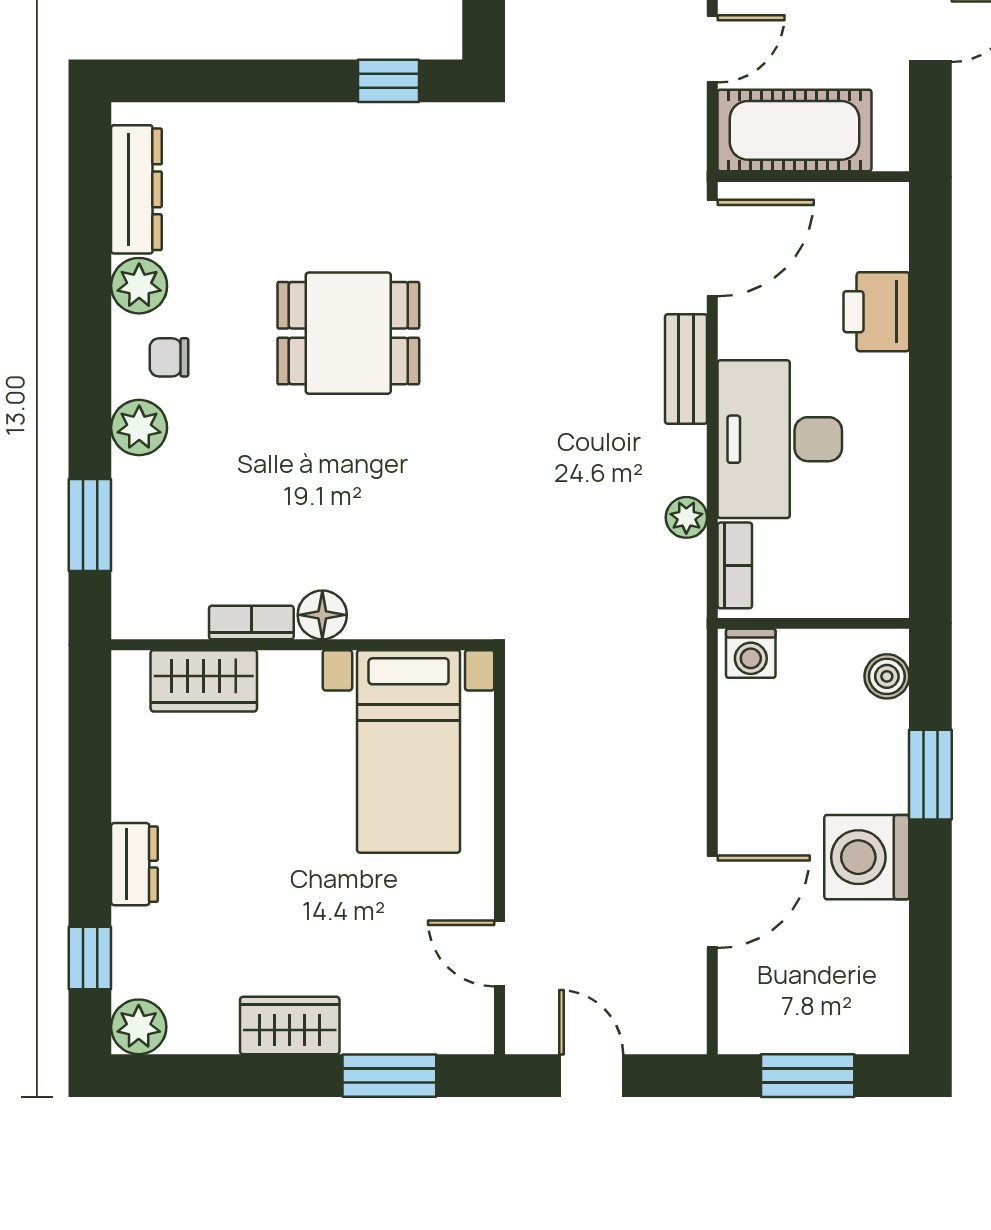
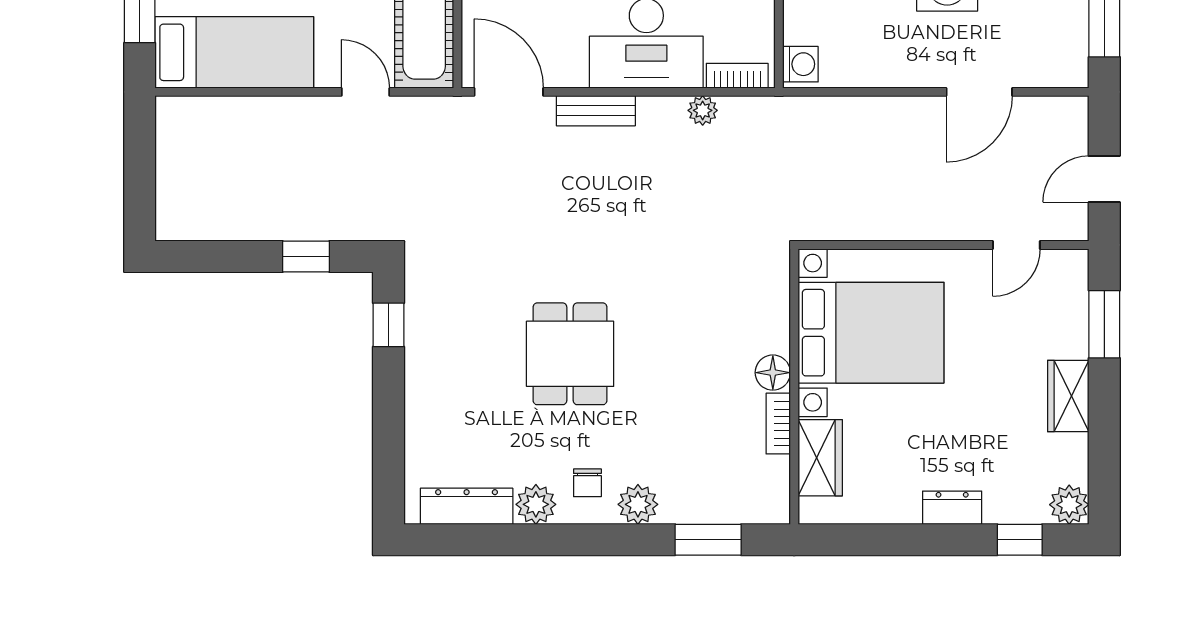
bed with nightstands: (409, 751) -> (871, 333), width x1.36
door: (712, 902) -> (979, 92), swing flipped

